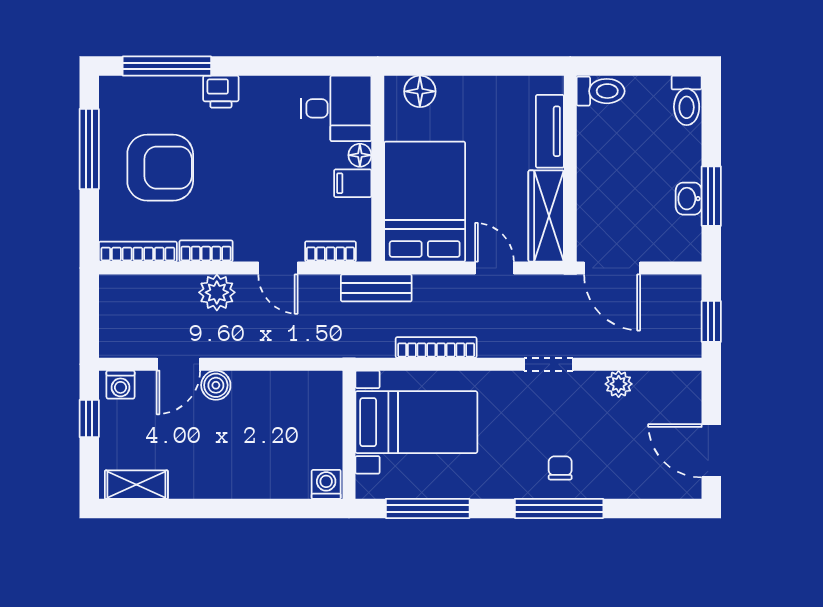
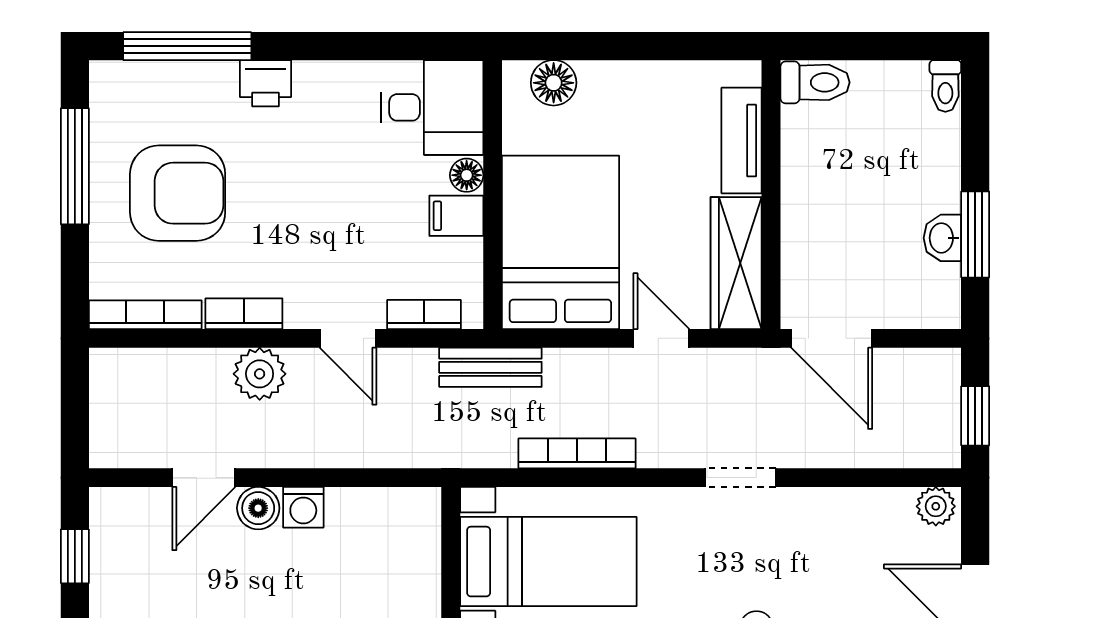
toilet: (687, 100) -> (945, 86), width x0.73, depth x0.72
plant: (619, 384) -> (936, 506), moved
washing machine: (121, 385) -> (303, 507), moved

